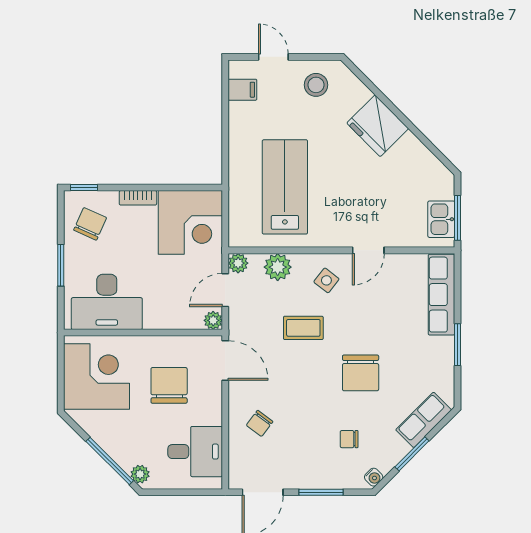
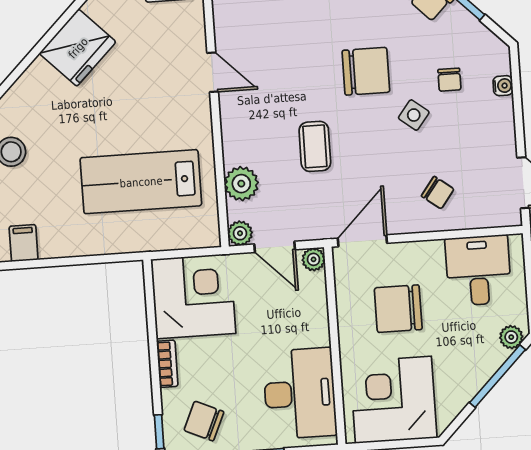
fridge: (378, 126) -> (78, 48), moved
side table: (326, 280) -> (414, 115), moved
water cooler: (374, 477) -> (503, 86), moved, turned 45
window: (321, 492) -> (518, 110), removed

